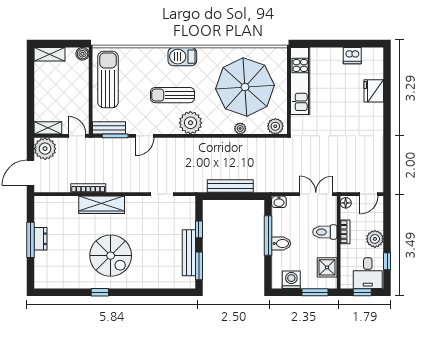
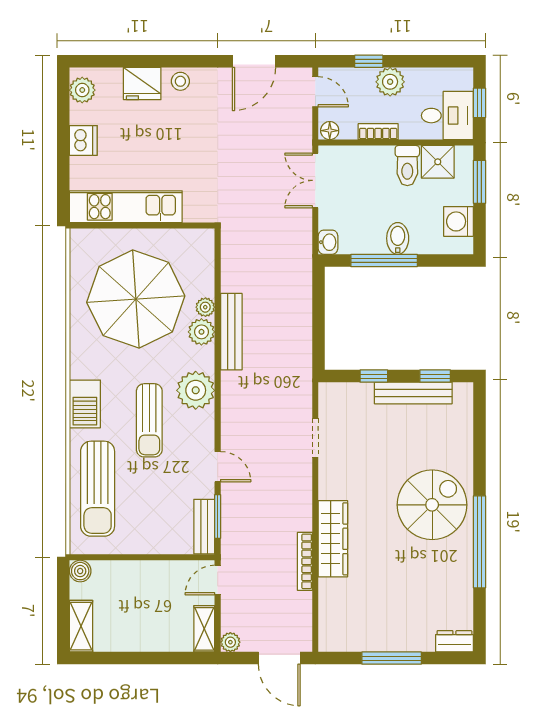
plant: (370, 55) -> (82, 90), added
dishwasher: (352, 56) -> (83, 140), moved
sun lounger: (108, 79) -> (98, 489), moved, turned -90
stool: (375, 114) -> (180, 81), added
plant: (275, 126) -> (201, 332), moved
plant: (45, 149) -> (230, 642), width x0.53, depth x0.53
door: (387, 158) -> (254, 61), added
bench: (230, 186) -> (231, 332), moved
toilet: (325, 232) -> (407, 166), moved
dresser: (40, 239) -> (454, 641), moved
spiral stairs: (111, 256) -> (432, 505), moved
window: (387, 261) -> (369, 61), moved
window: (199, 266) -> (435, 376), width x0.67
desk: (368, 273) -> (447, 116), moved
window: (100, 292) -> (479, 542), width x3.17

